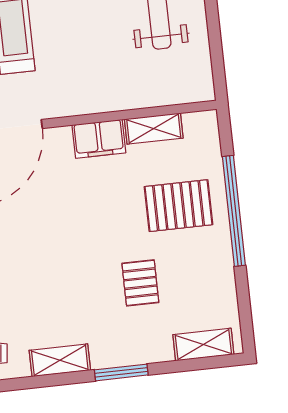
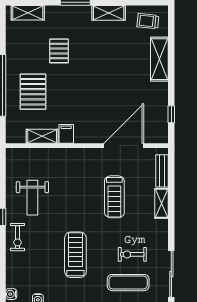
filing cabinet: (99, 139) -> (66, 134), width x0.50
pallet: (178, 206) -> (33, 92), turned 90

